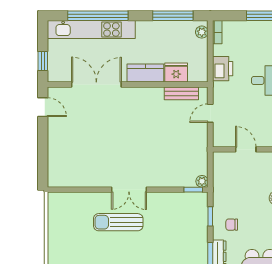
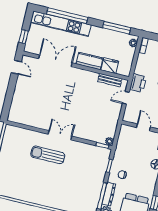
printer: (223, 69) -> (138, 83), moved
double door: (129, 190) -> (60, 135), swing flipped

